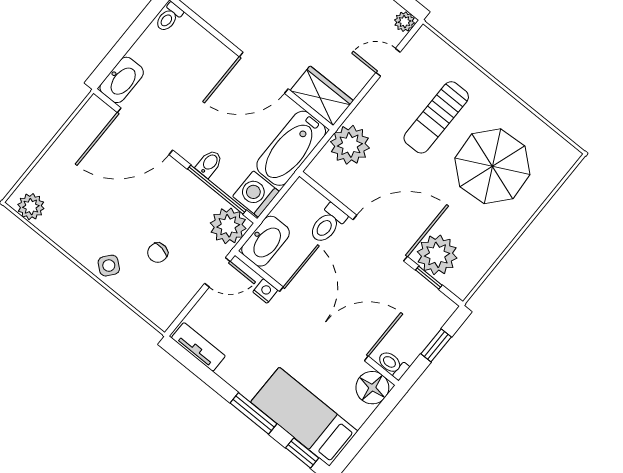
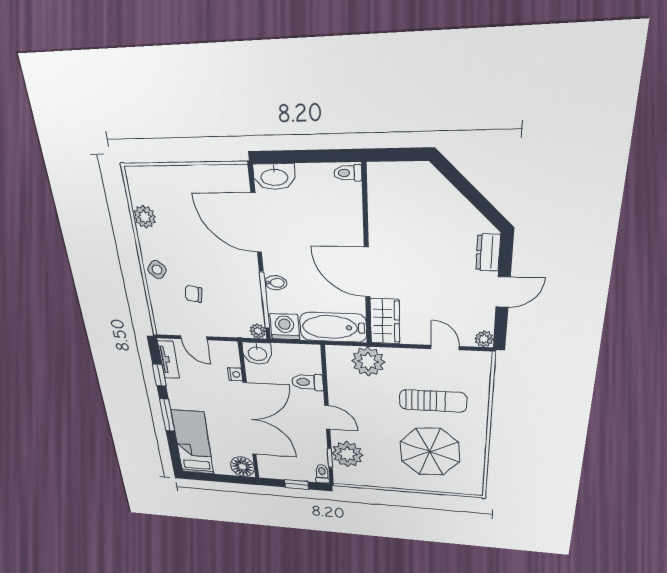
sun lounger: (436, 117) -> (433, 401), turned 180
plant: (31, 207) -> (145, 217), moved
plant: (228, 226) -> (258, 331), width x0.53, depth x0.53
door: (380, 238) -> (327, 417), width x0.53
washbasin: (266, 241) -> (257, 353), width x0.72
door: (217, 272) -> (194, 338), moved
toilet: (393, 365) -> (322, 474), moved
window: (302, 453) -> (159, 375), moved

